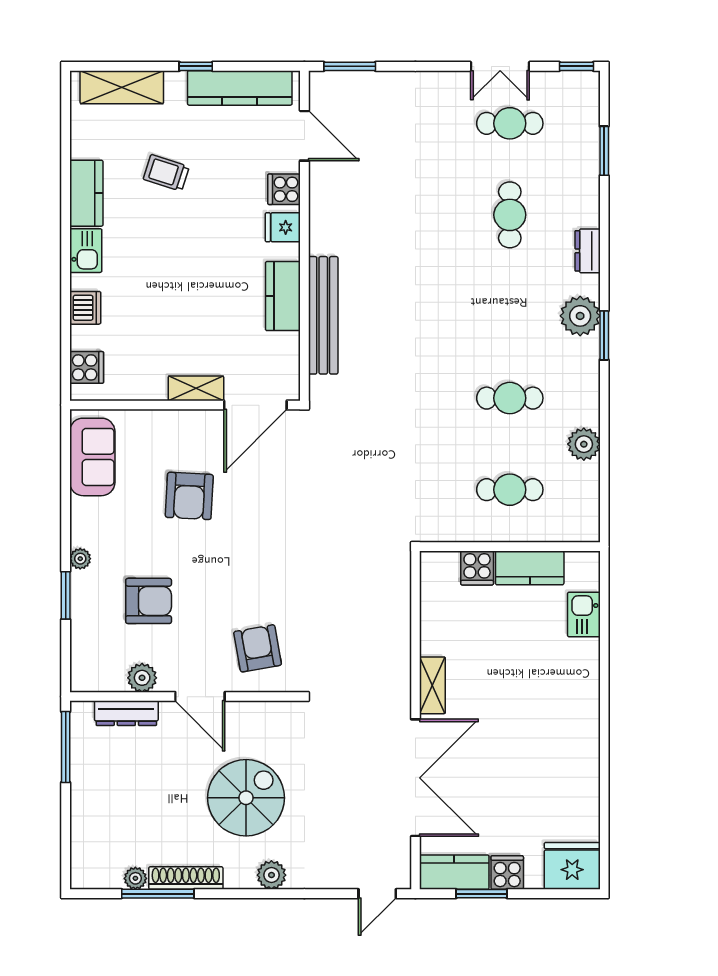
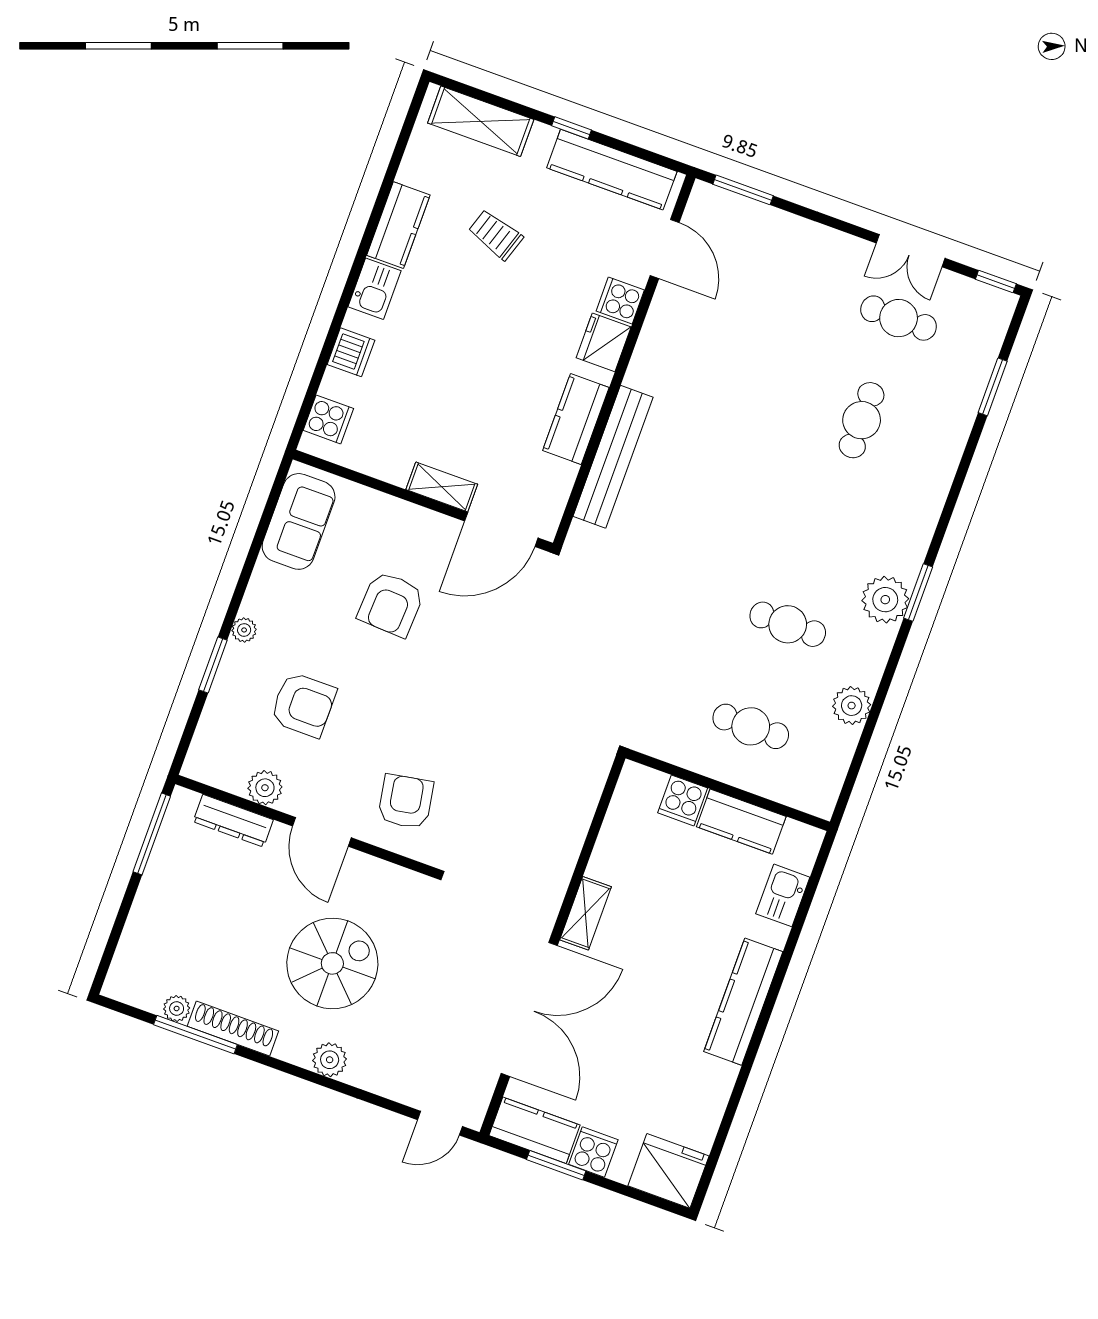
fridge: (283, 227) -> (604, 342), width x1.38
dresser: (588, 251) -> (934, 492), removed
plant: (580, 316) -> (885, 600), moved
kitchen counter: (583, 710) -> (743, 1002), added

